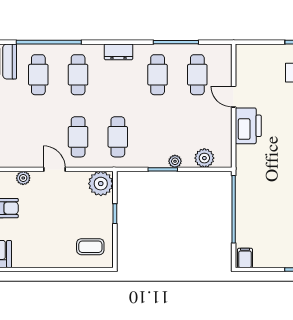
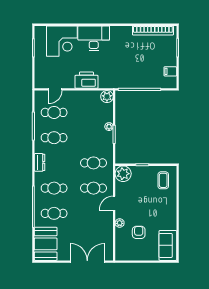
door: (234, 97) -> (55, 89), moved
plant: (204, 158) -> (107, 97), moved
filing cabinet: (245, 258) -> (170, 71), moved

